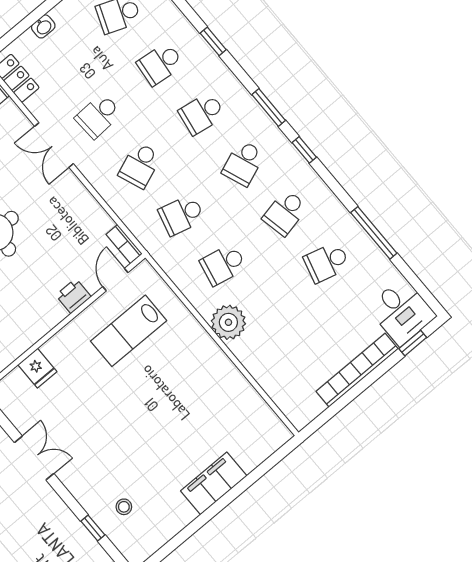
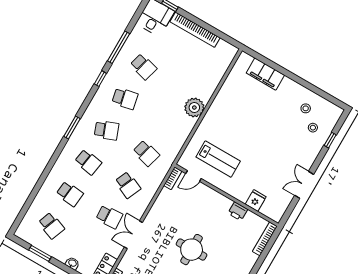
window: (213, 41) -> (48, 170), removed
double door: (54, 145) -> (133, 235), swing flipped
window: (304, 150) -> (100, 79), moved
school desk: (140, 165) -> (128, 185), turned 45
school desk: (223, 265) -> (165, 121), removed
printer: (73, 296) -> (238, 211), moved
filing cabinet: (214, 483) -> (265, 74), moved
stool: (160, 506) -> (306, 108), added

